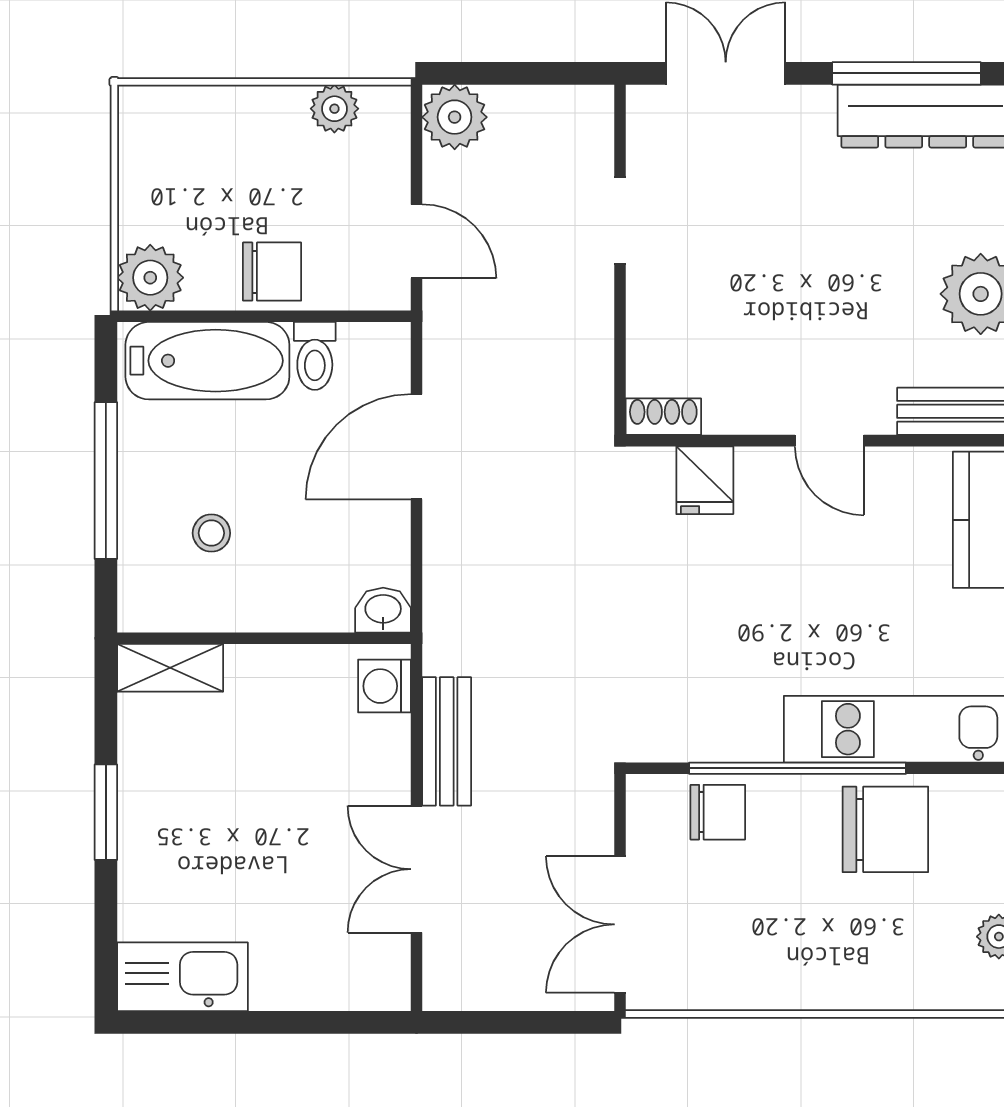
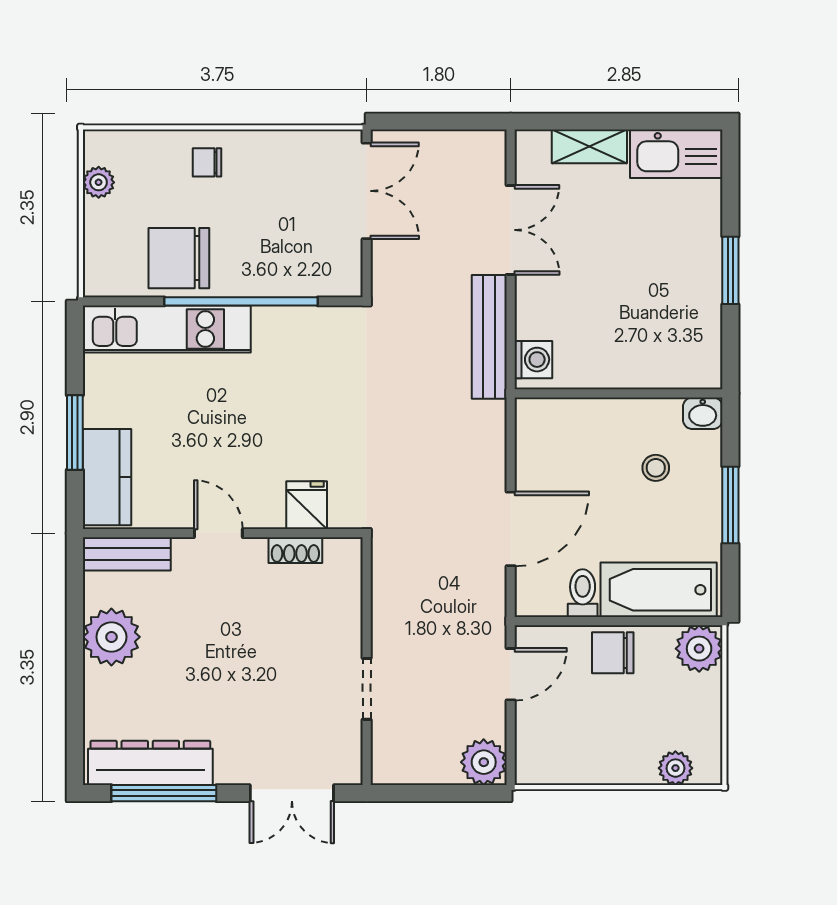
plant: (334, 109) -> (675, 768), moved
door: (417, 241) -> (511, 674), swing flipped
shoe rack: (663, 417) -> (295, 550), moved
window: (106, 481) -> (730, 505), width x0.69
washbasin: (383, 610) -> (703, 413), moved
shelving: (170, 668) -> (589, 146), moved
bench: (447, 741) -> (489, 337), width x1.36
chair: (718, 812) -> (207, 162), moved, width x0.73, depth x0.73

